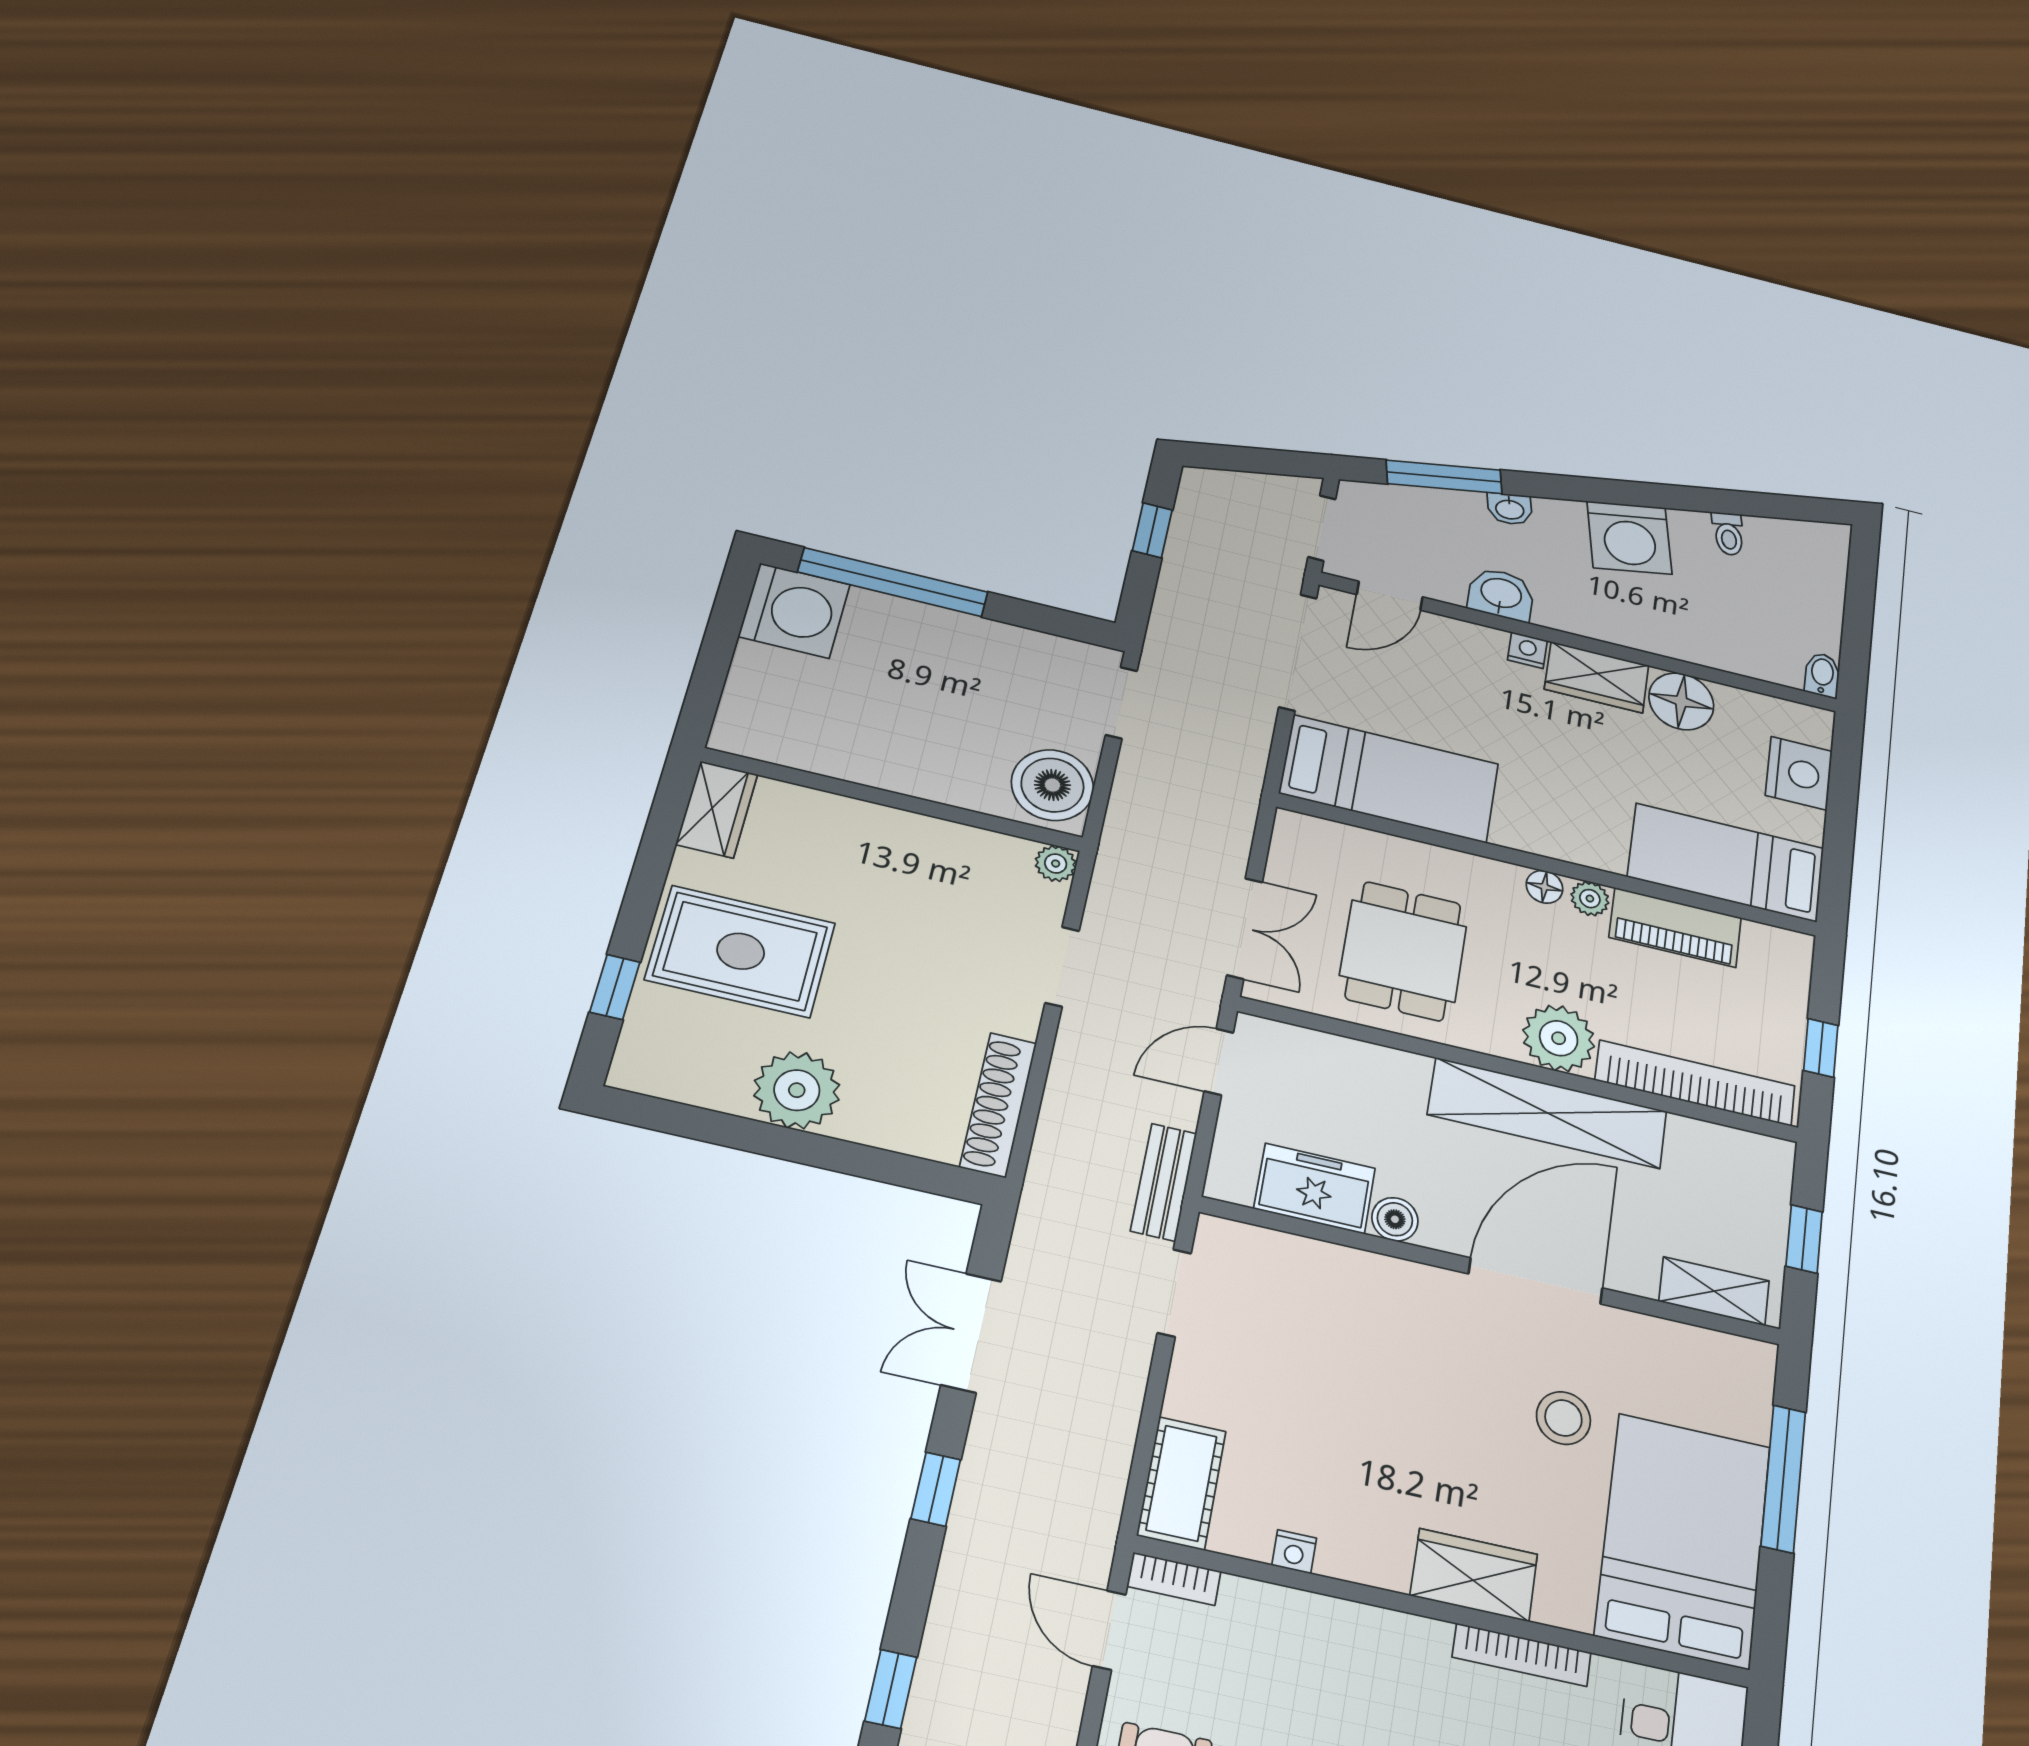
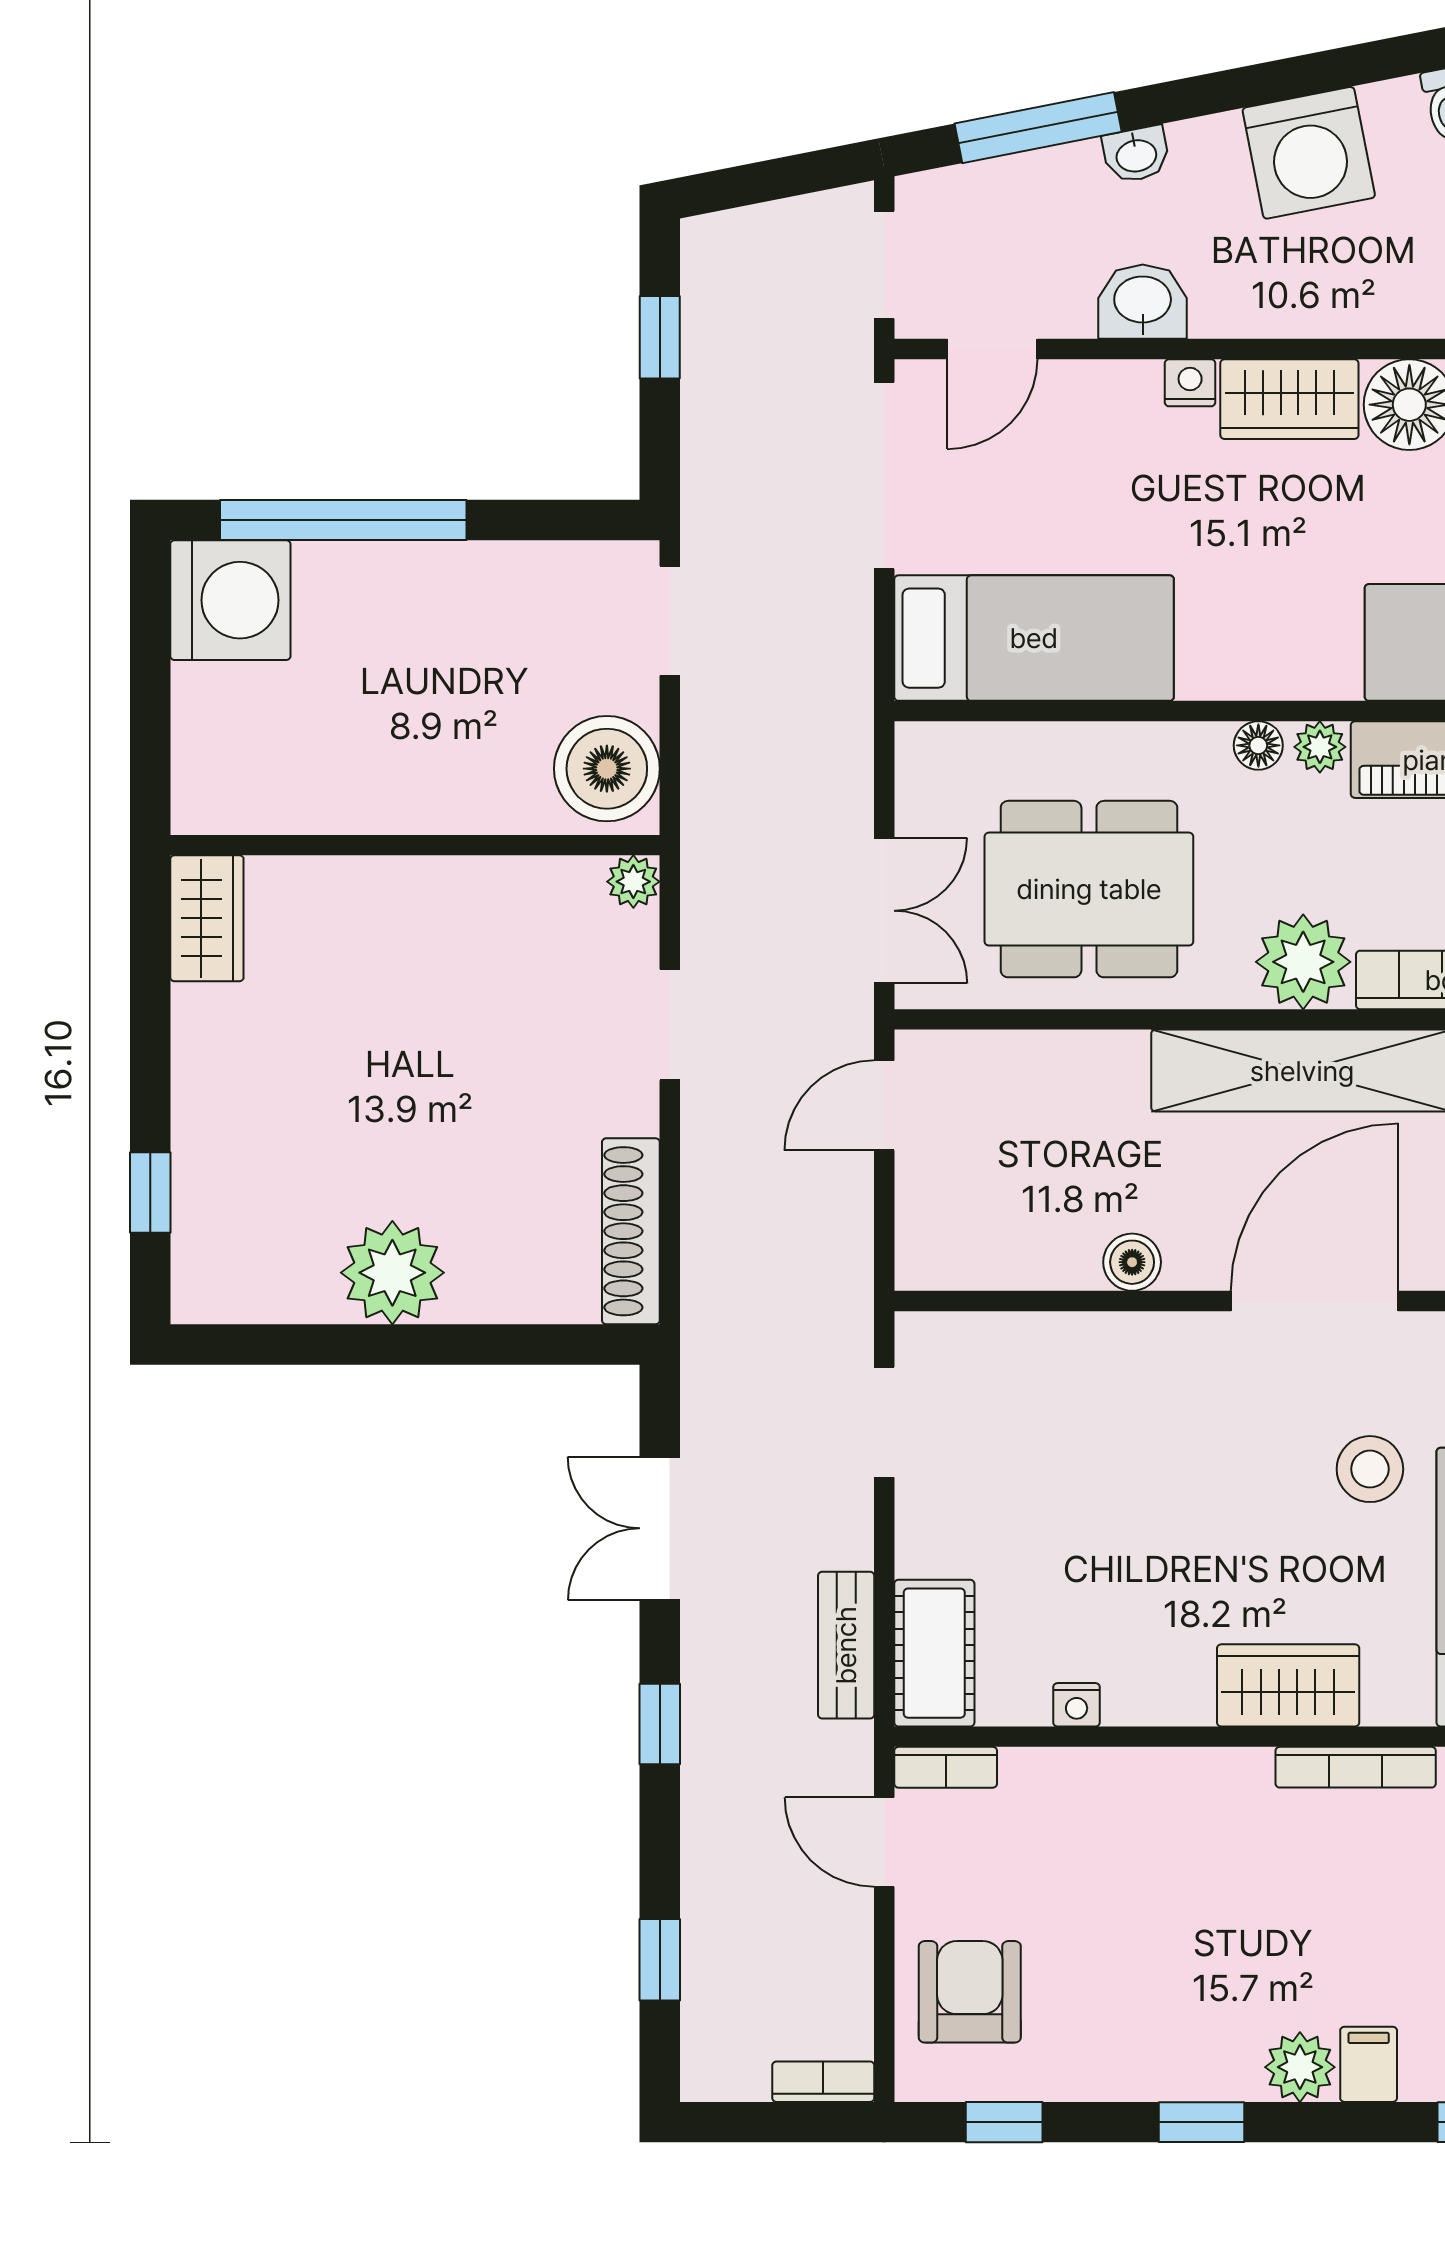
rug: (741, 951) -> (283, 1106), removed
dining table: (1403, 951) -> (1089, 889), width x1.38
bench: (1164, 1182) -> (846, 1645), moved
freezer: (1315, 1188) -> (1029, 1246), removed

